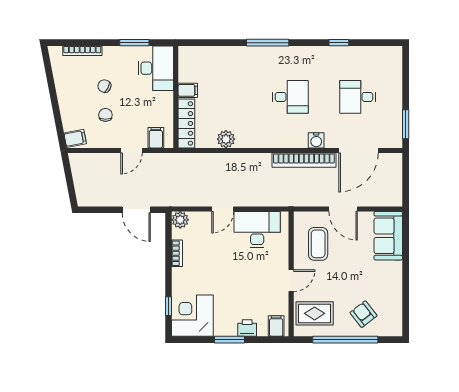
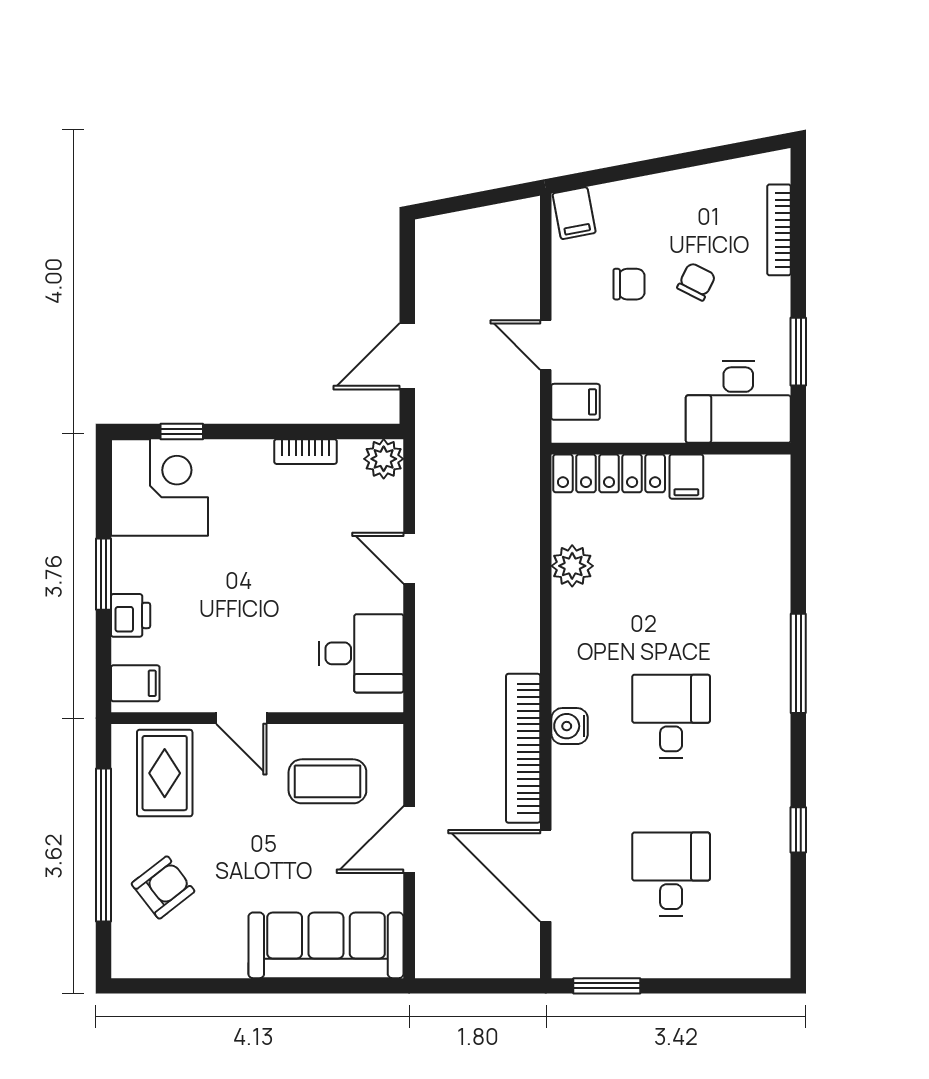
desk: (290, 97) -> (671, 716), turned 180
water cooler: (316, 140) -> (570, 726), moved
desk: (257, 229) -> (361, 653), width x0.73
sofa: (388, 236) -> (326, 945), width x1.36

